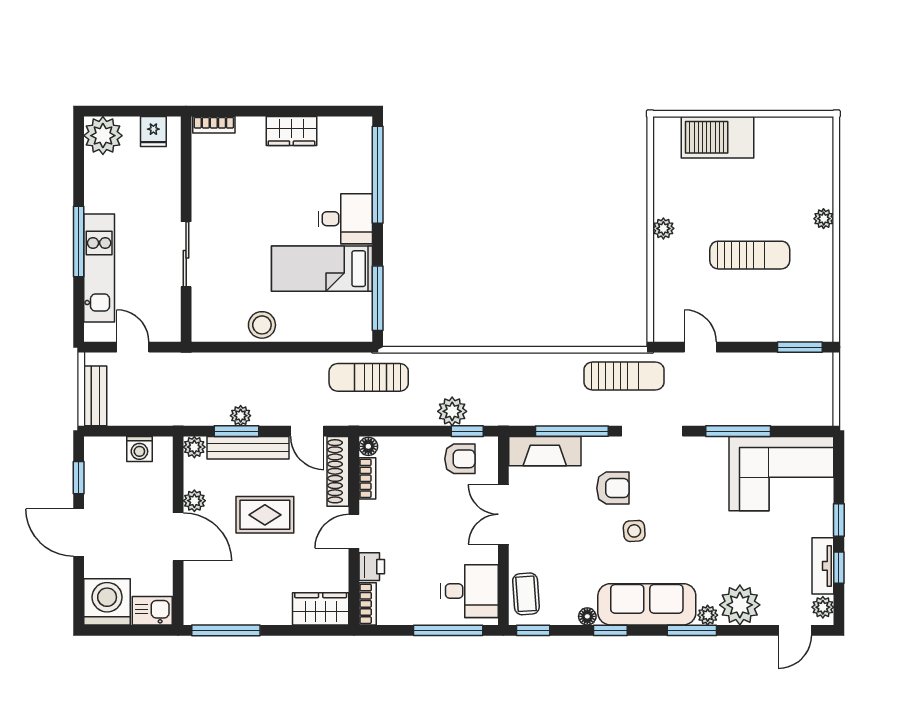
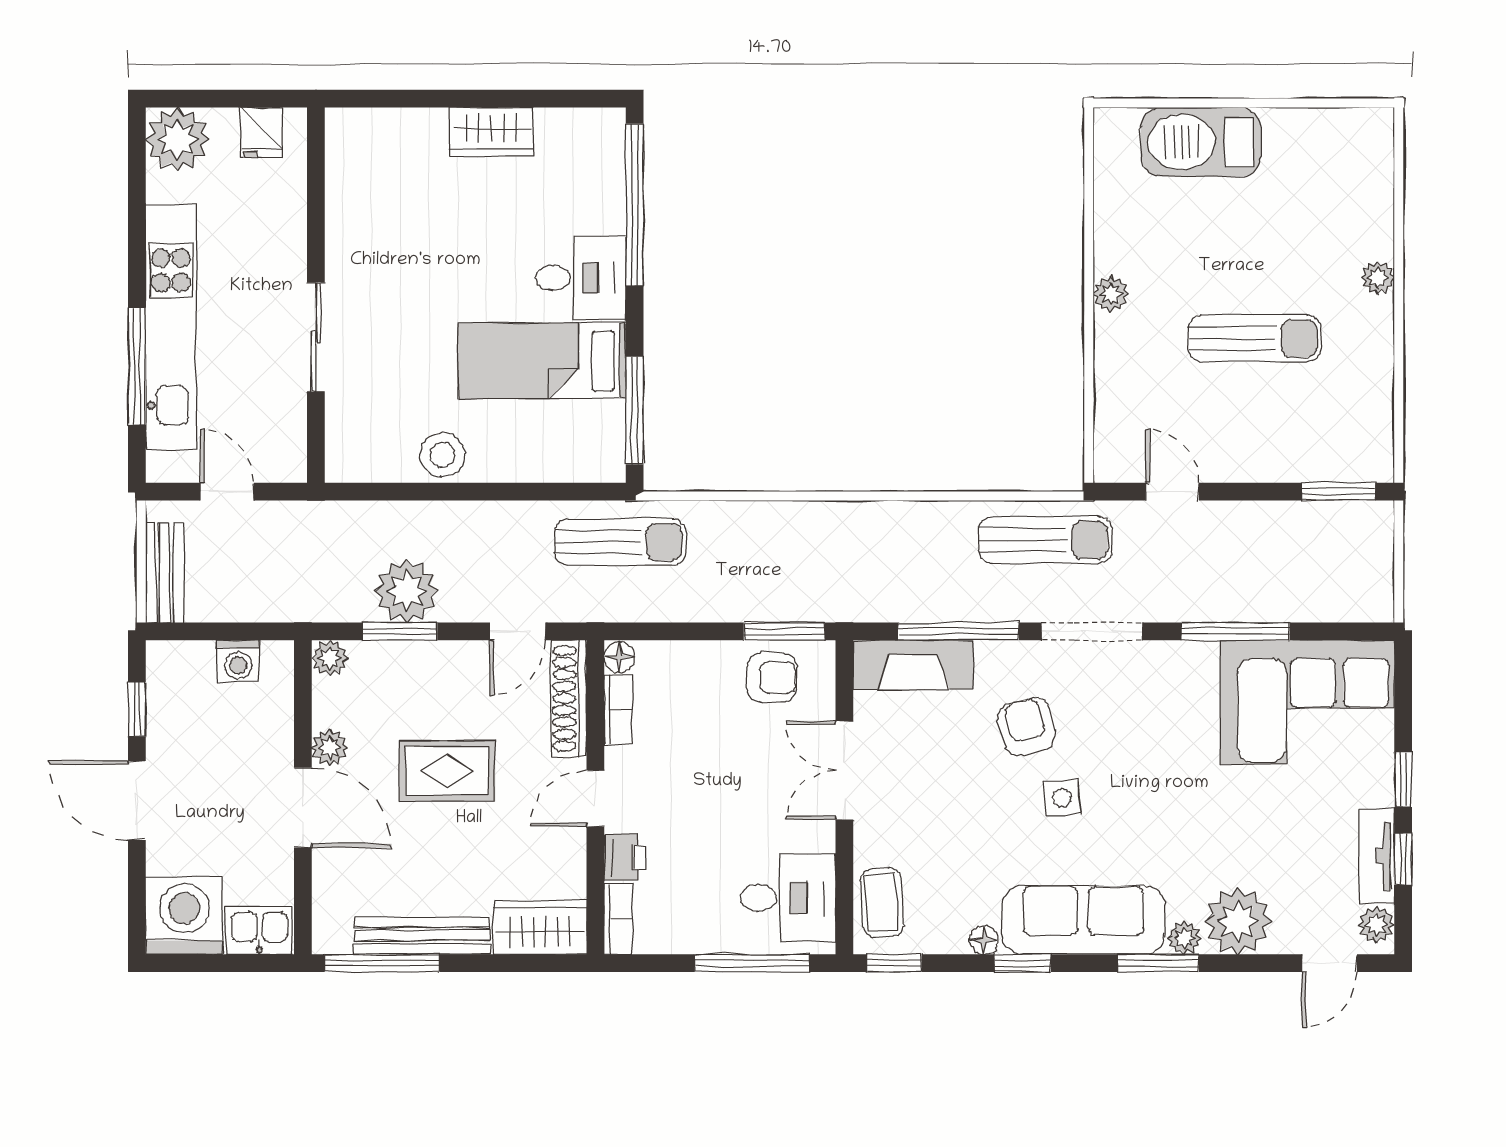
bookcase: (214, 125) -> (362, 121), removed
window: (79, 242) -> (137, 366), moved
kitchen unit: (99, 268) -> (171, 327), width x1.36
sun lounger: (369, 377) -> (620, 542), turned 180
plant: (452, 411) -> (759, 599), removed
plant: (241, 416) -> (407, 591), width x1.88, depth x1.88
door: (307, 431) -> (518, 631), hinge flipped
window: (467, 431) -> (784, 631), width x1.50
bench: (248, 448) -> (422, 935), moved
armchair: (613, 488) -> (1027, 726), turned -106

